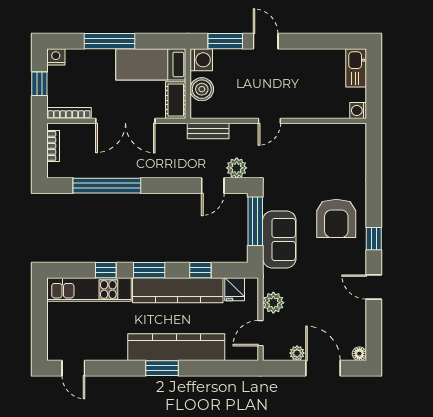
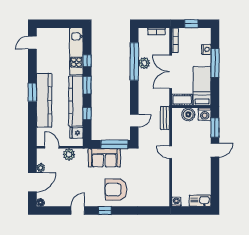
nightstand: (56, 57) -> (206, 49), moved
plant: (237, 168) -> (144, 63), moved
door: (213, 186) -> (134, 121), swing flipped

